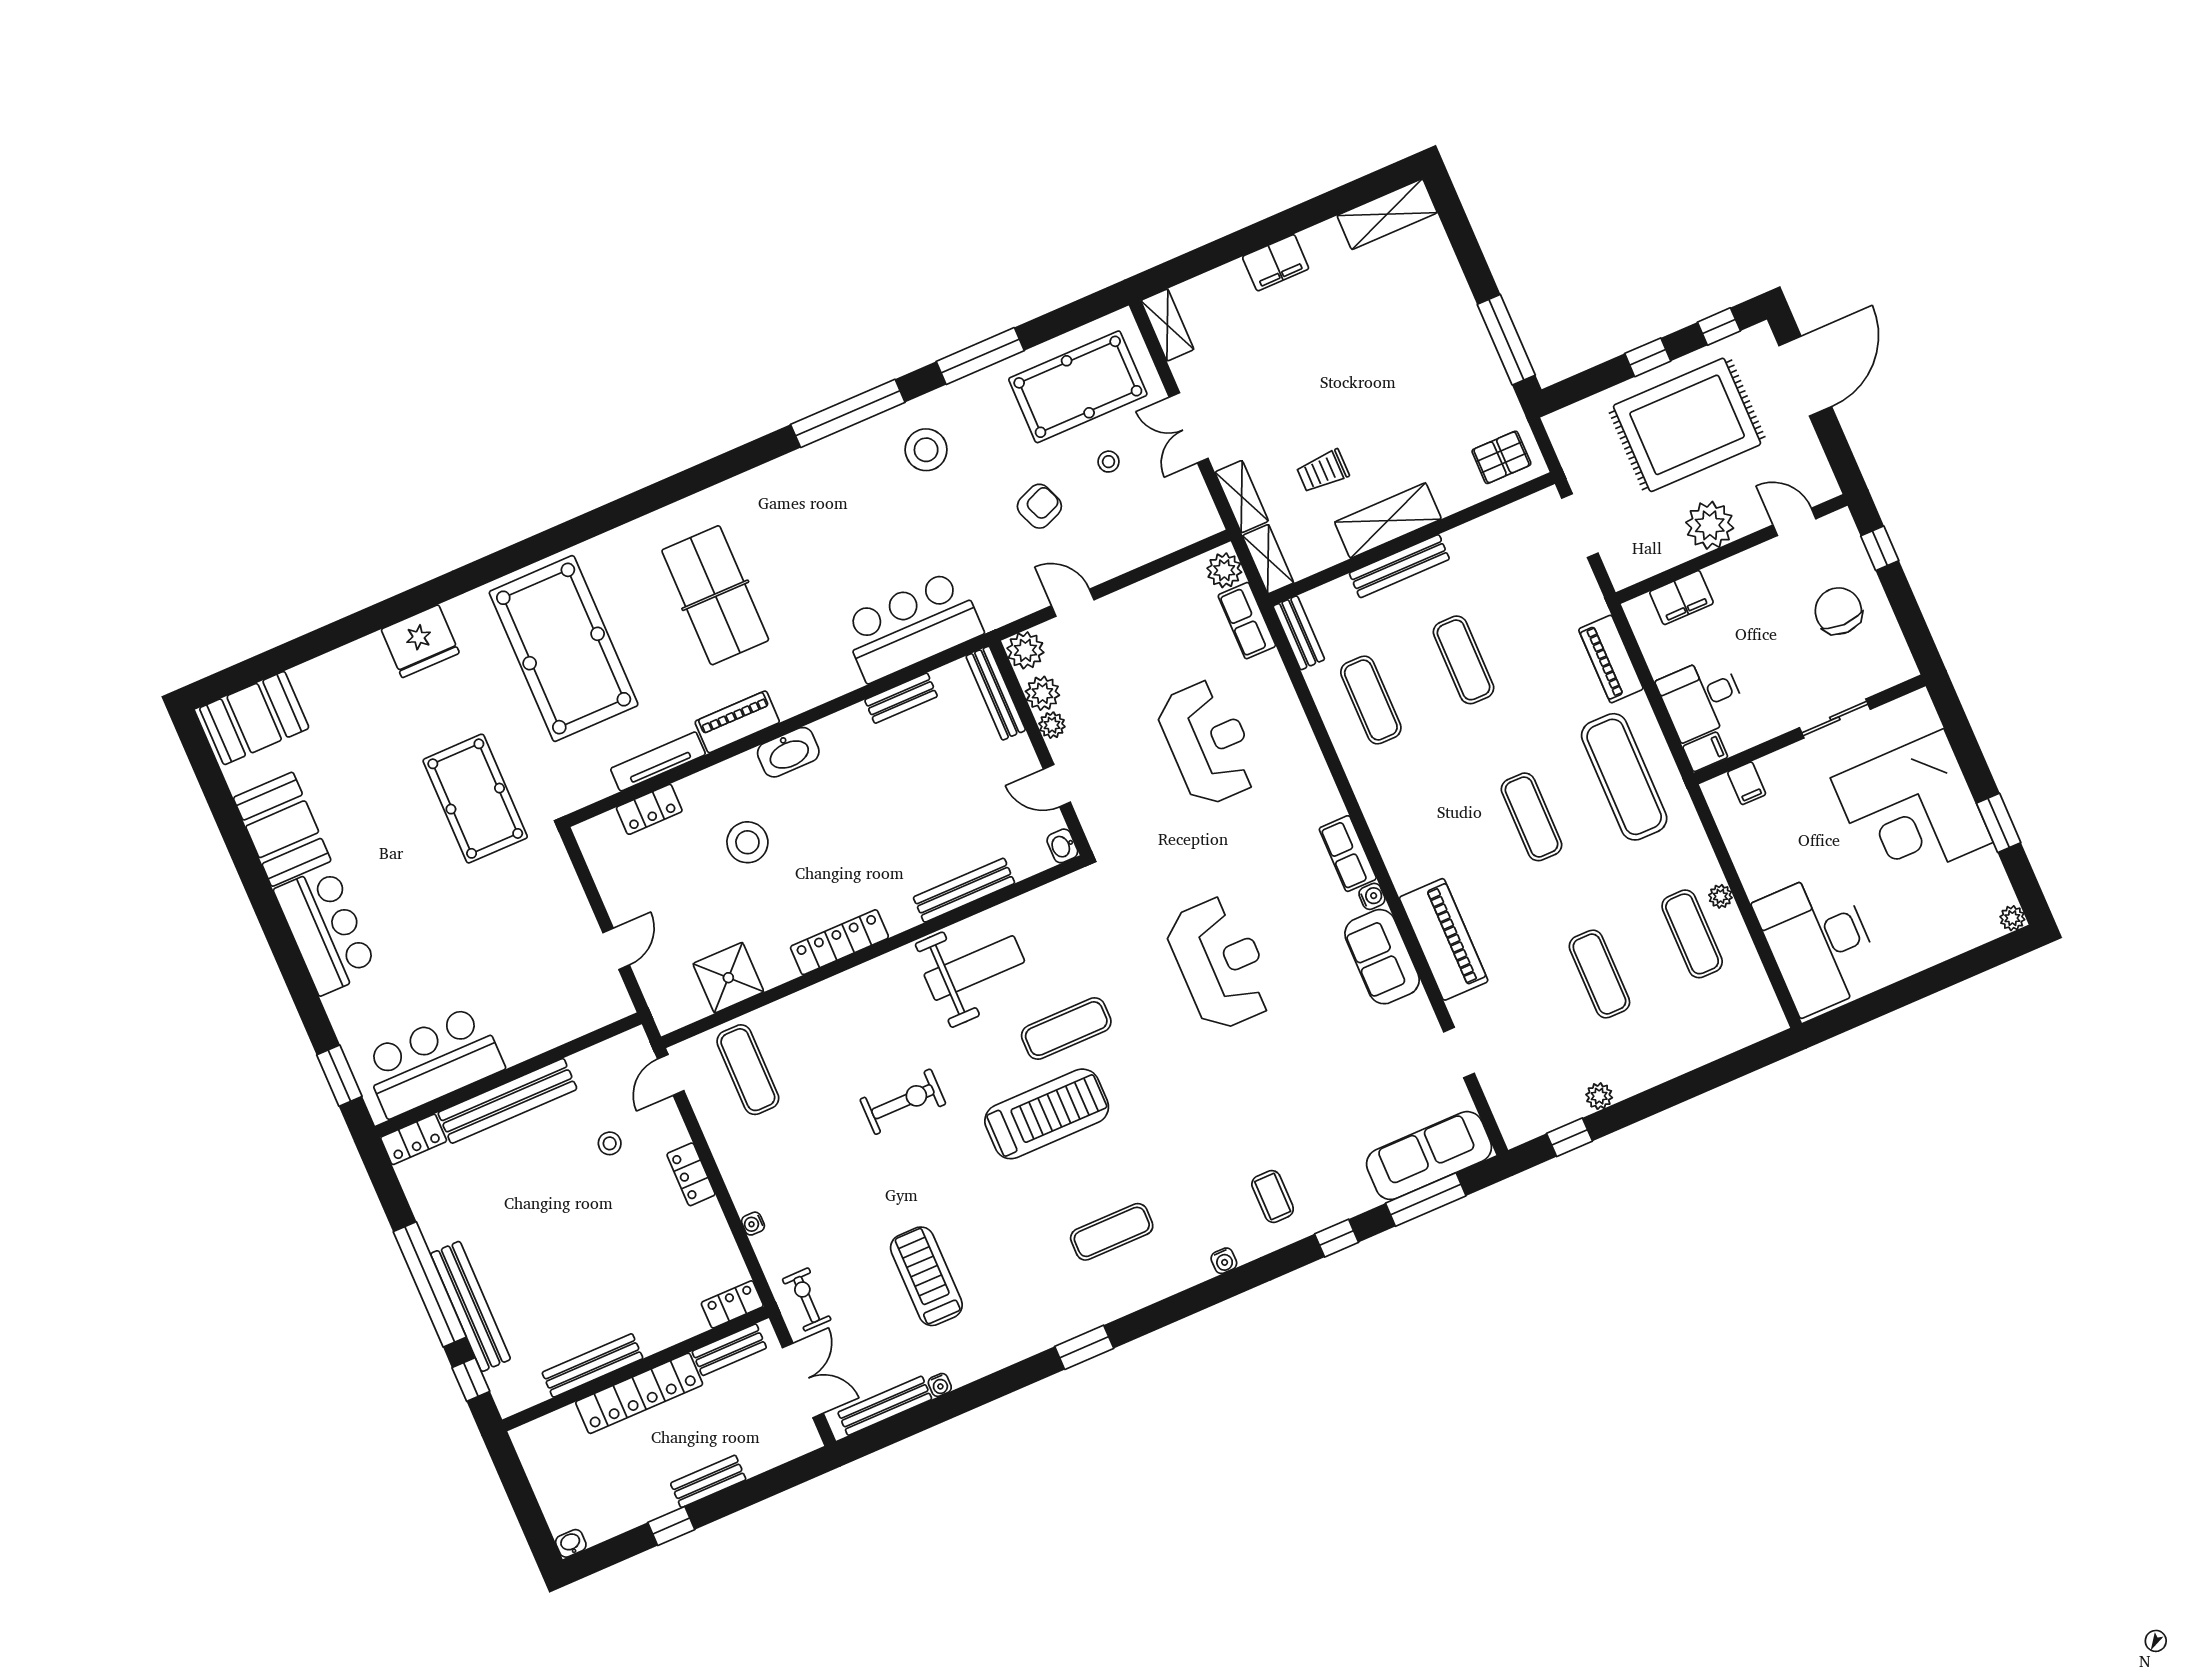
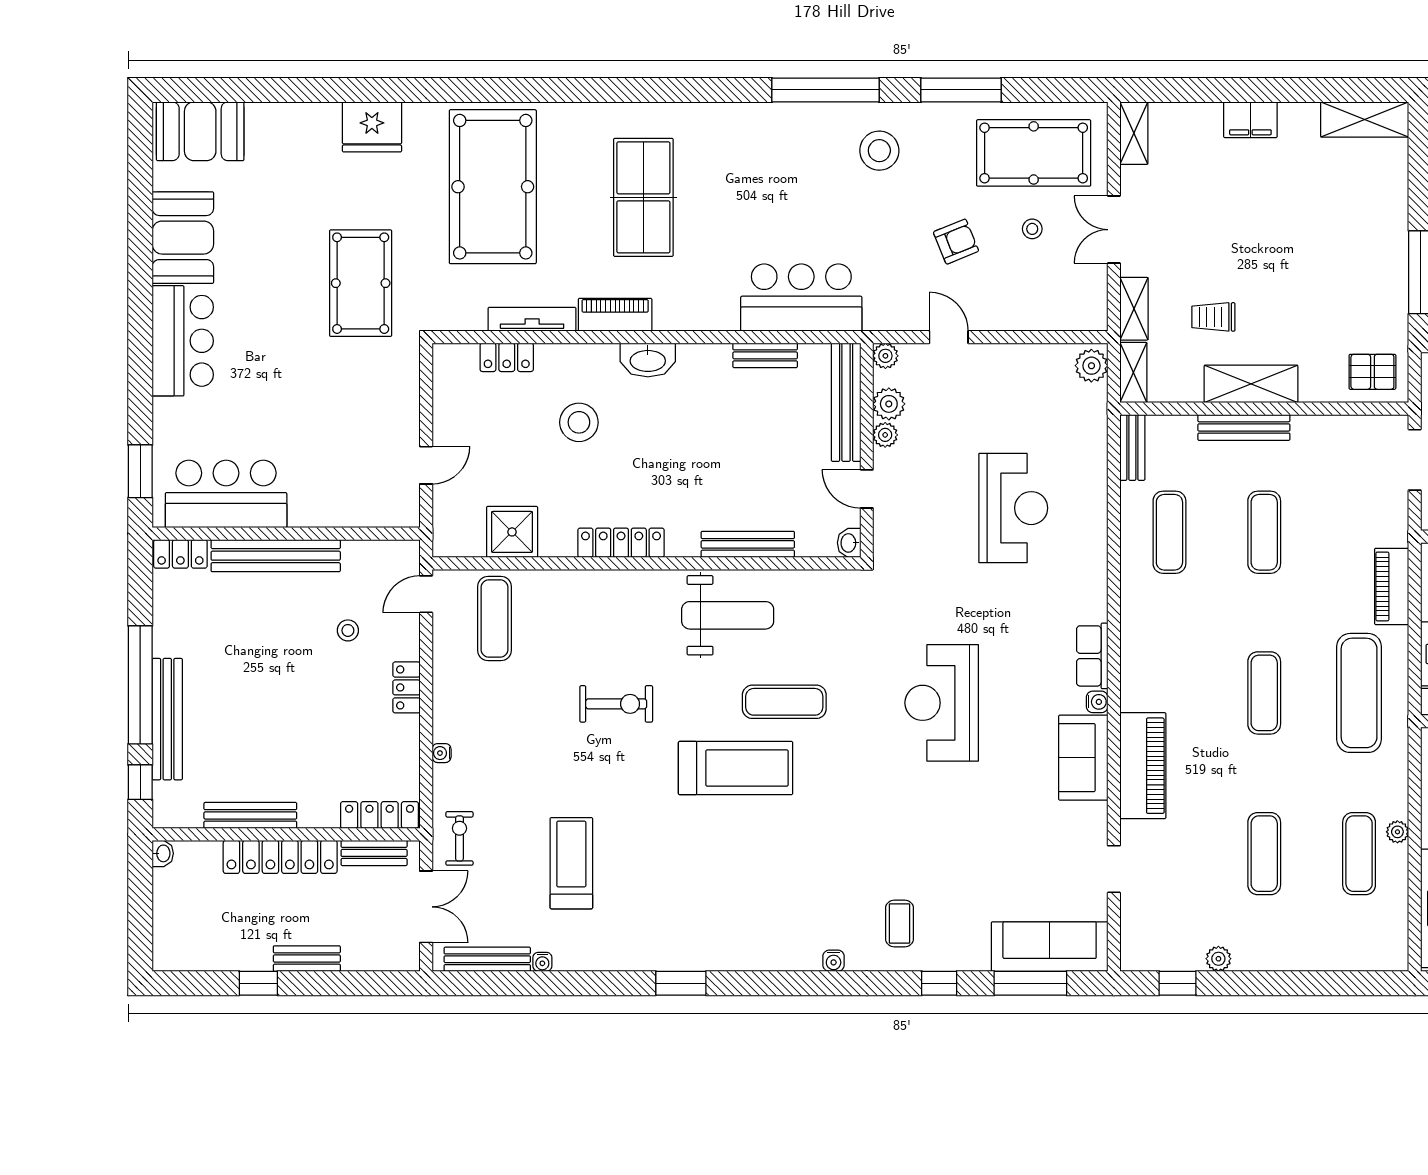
row of seats: (1247, 621) -> (1092, 418), removed
plant: (1025, 650) -> (885, 356), width x0.73, depth x0.73
bench: (996, 693) -> (846, 402), width x1.37, depth x1.21
reception desk: (1220, 963) -> (942, 703), turned 180
exercise mat: (1112, 1232) -> (748, 894), removed
locker: (732, 1304) -> (380, 815), width x1.53
washbasin: (571, 1543) -> (163, 853), moved, turned 90

